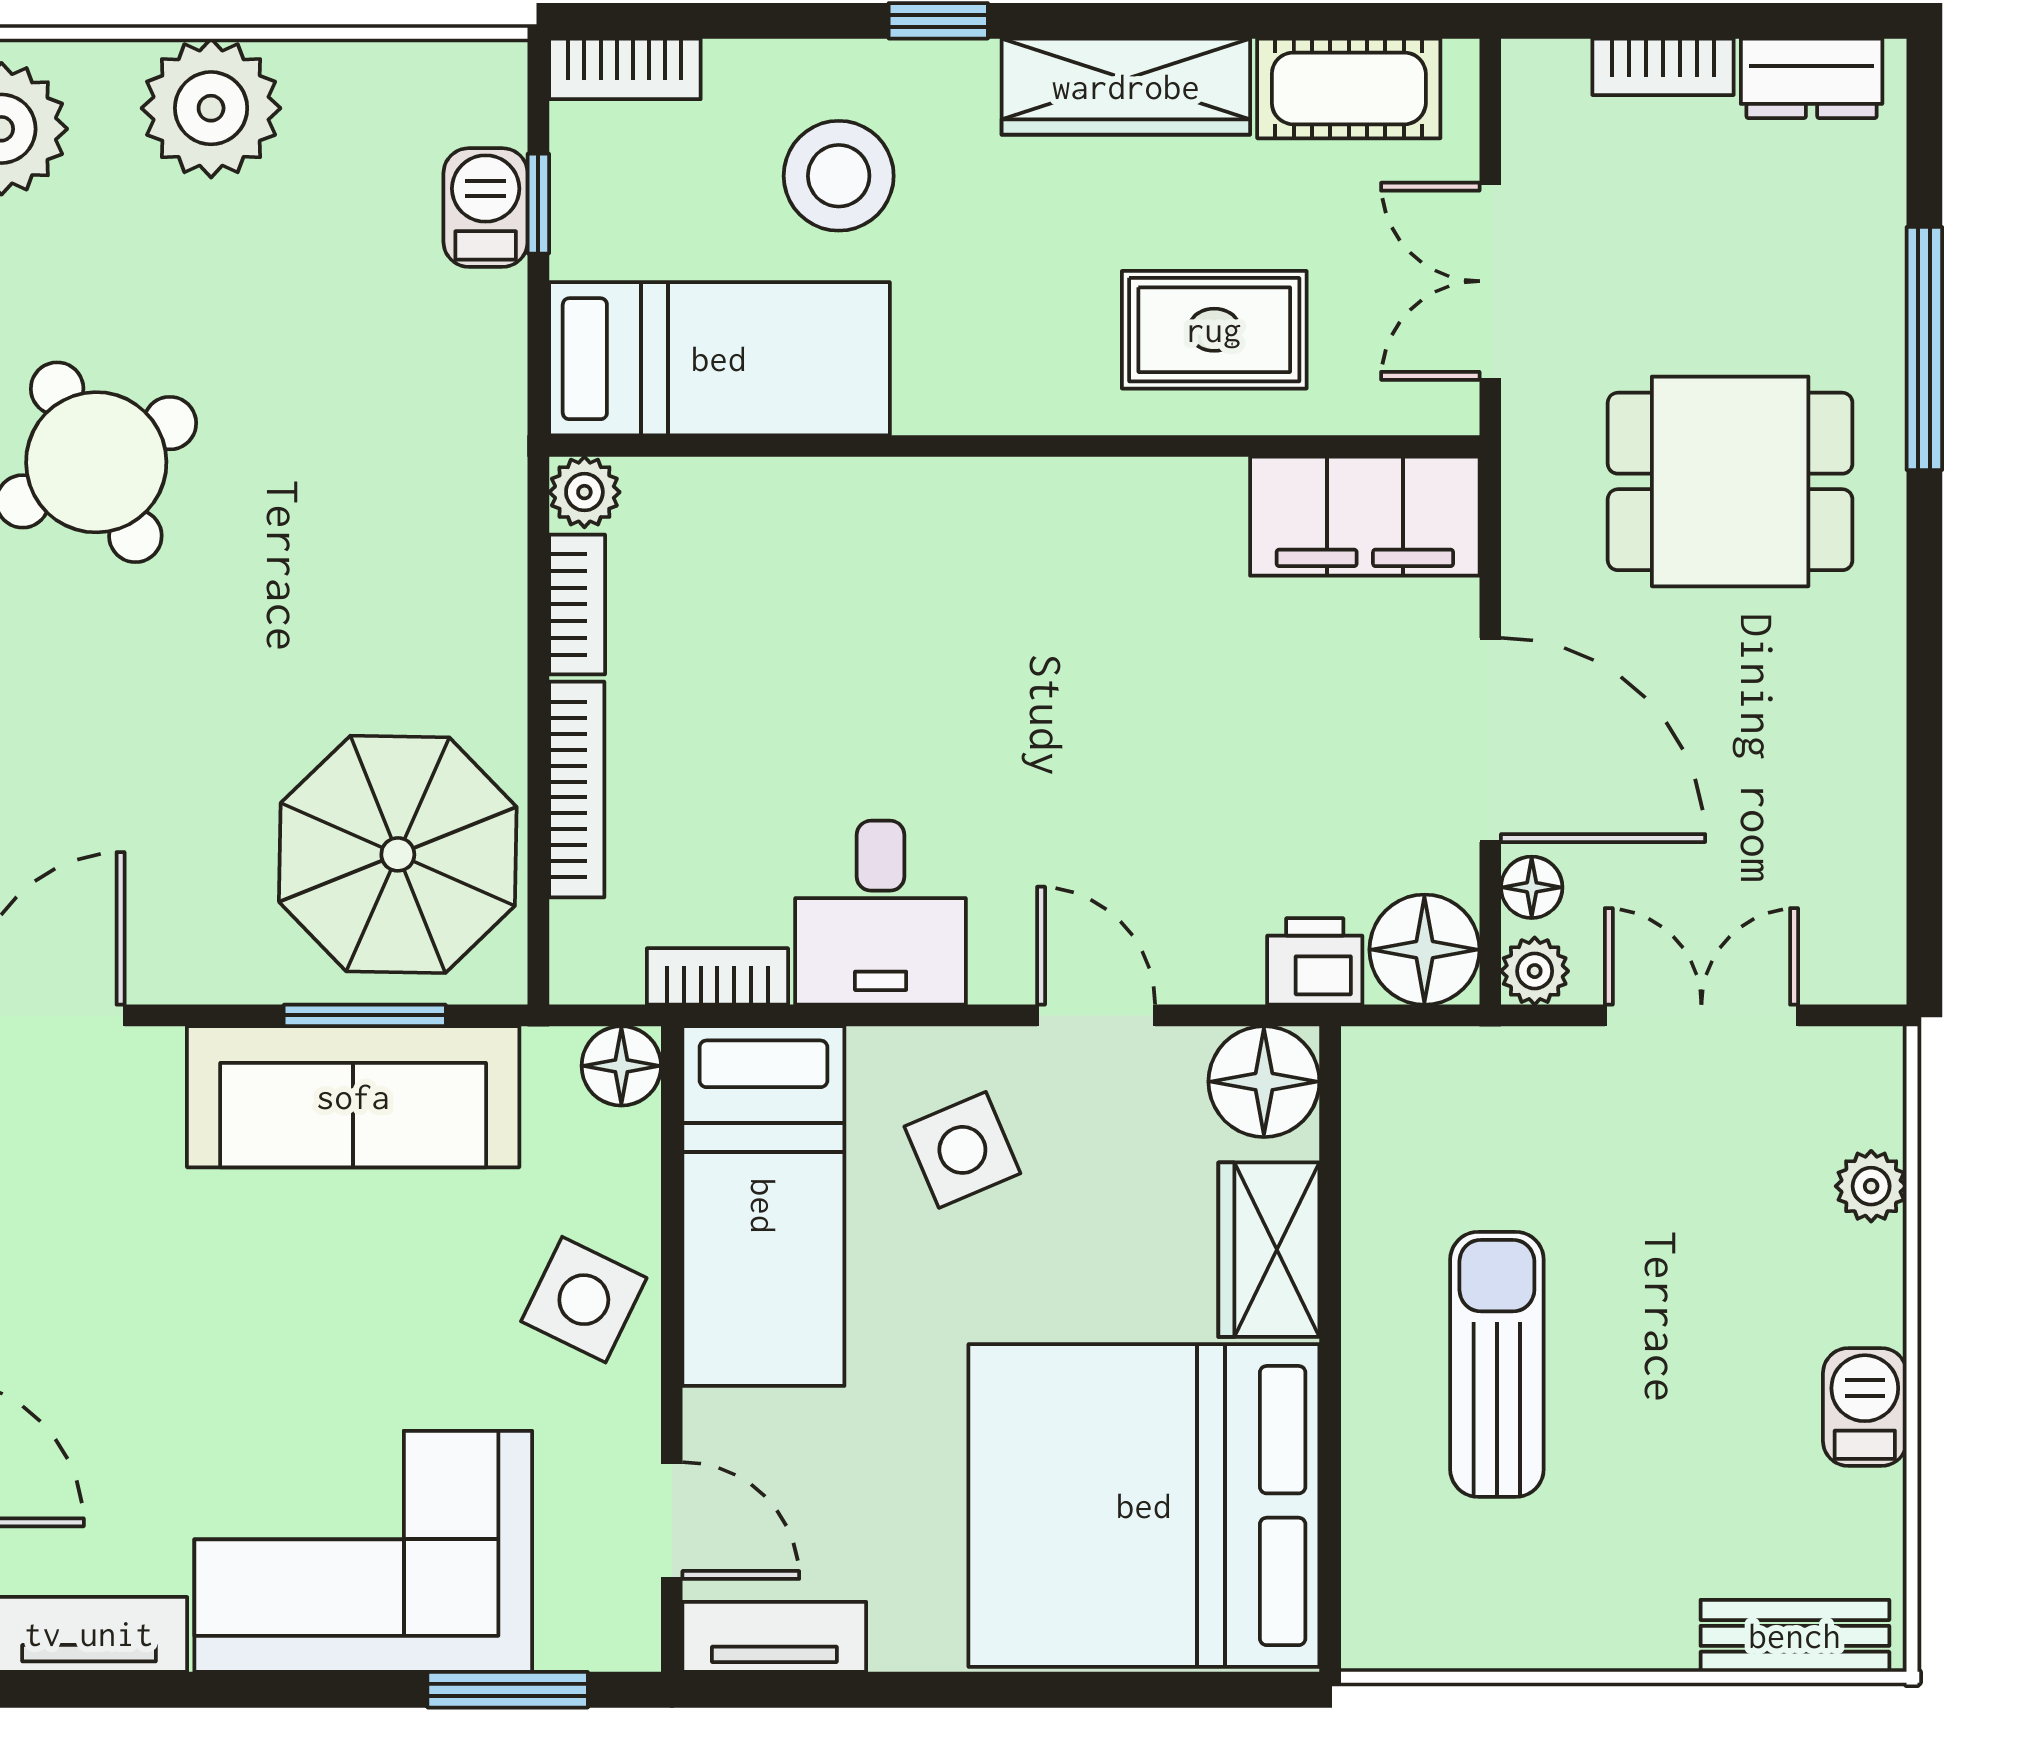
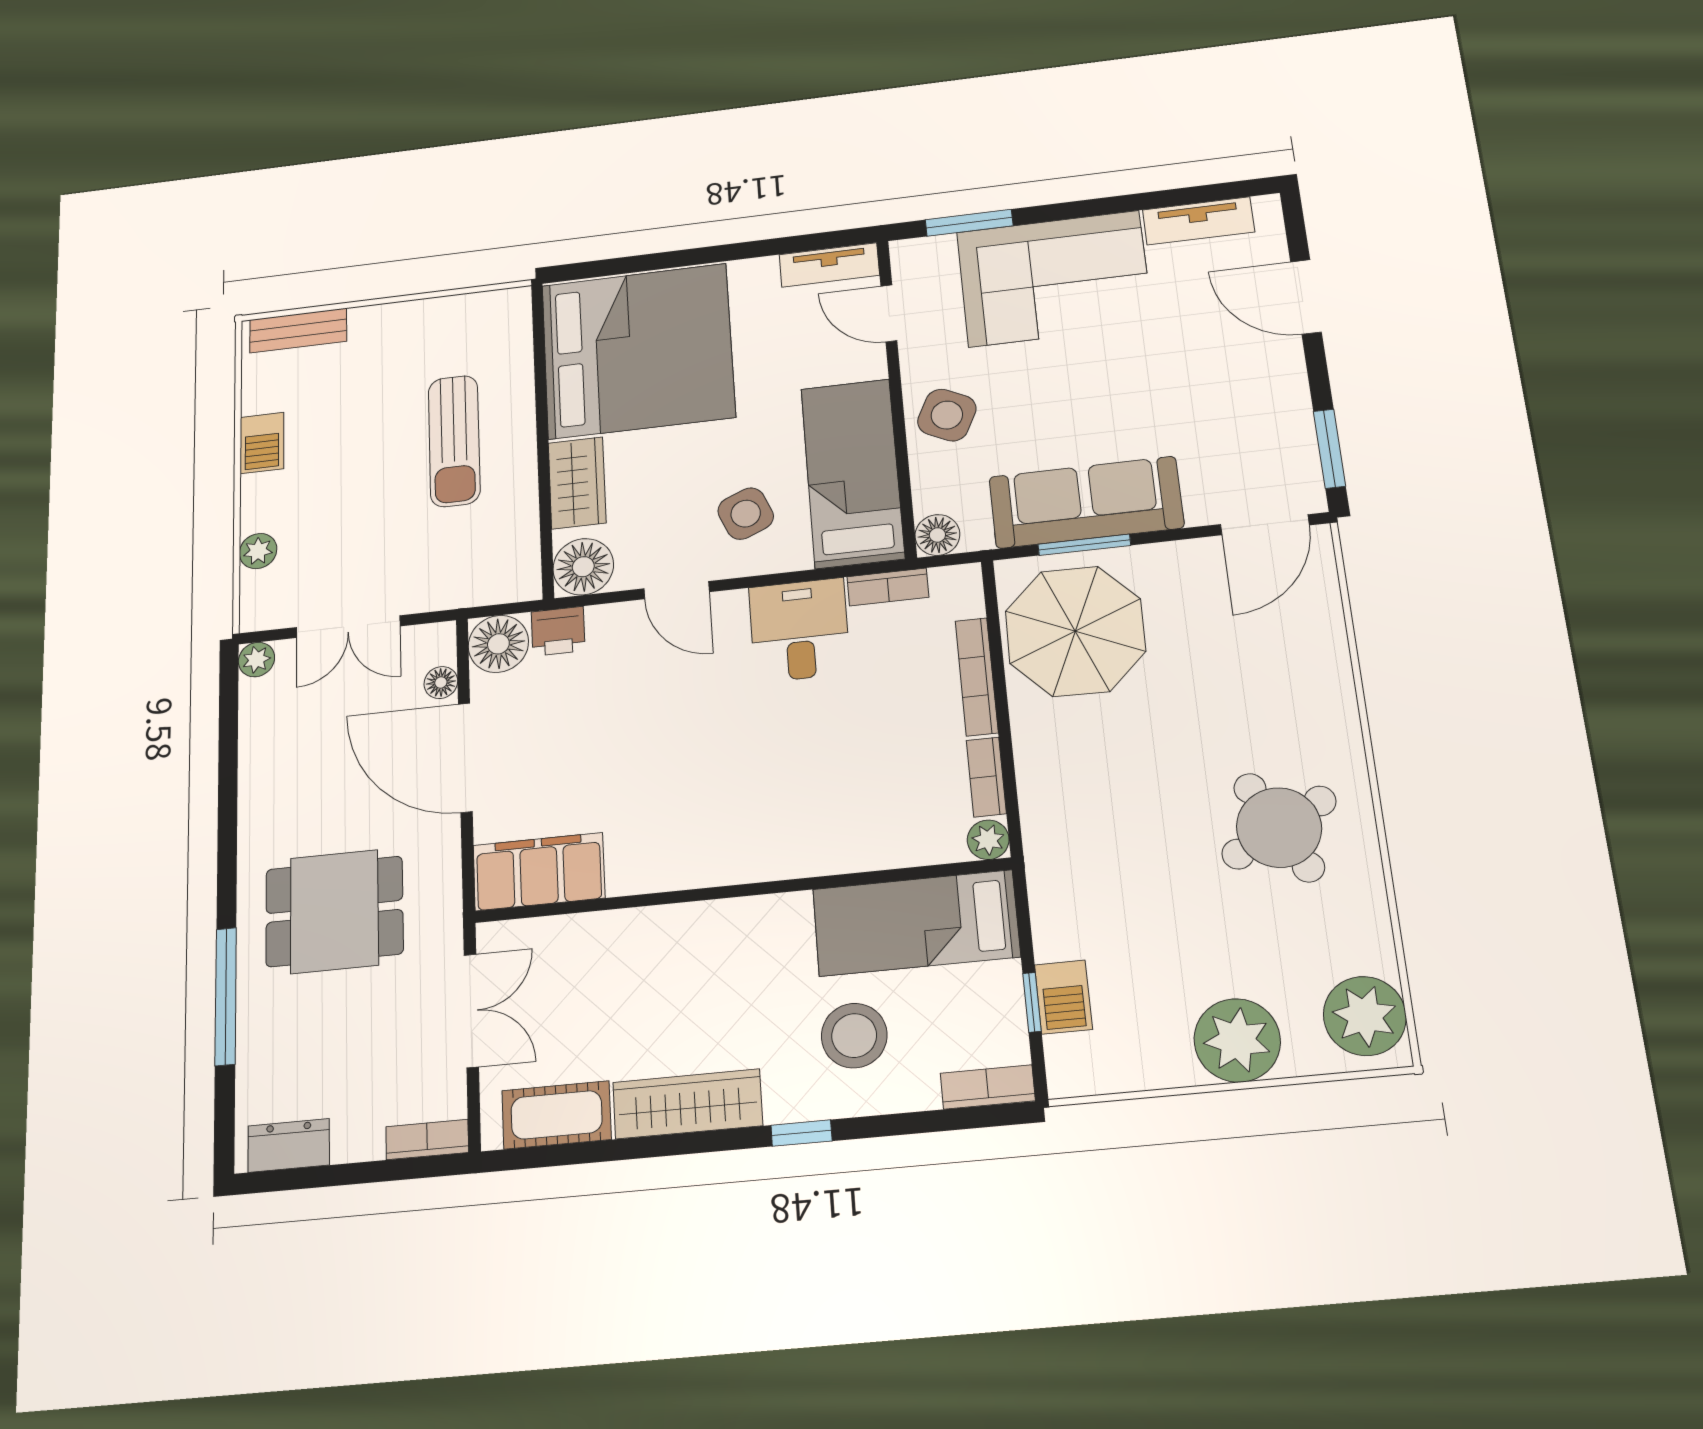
bookcase: (1663, 67) -> (427, 1140), moved
rug: (1214, 330) -> (629, 968), removed
plant: (1535, 971) -> (256, 659), moved

